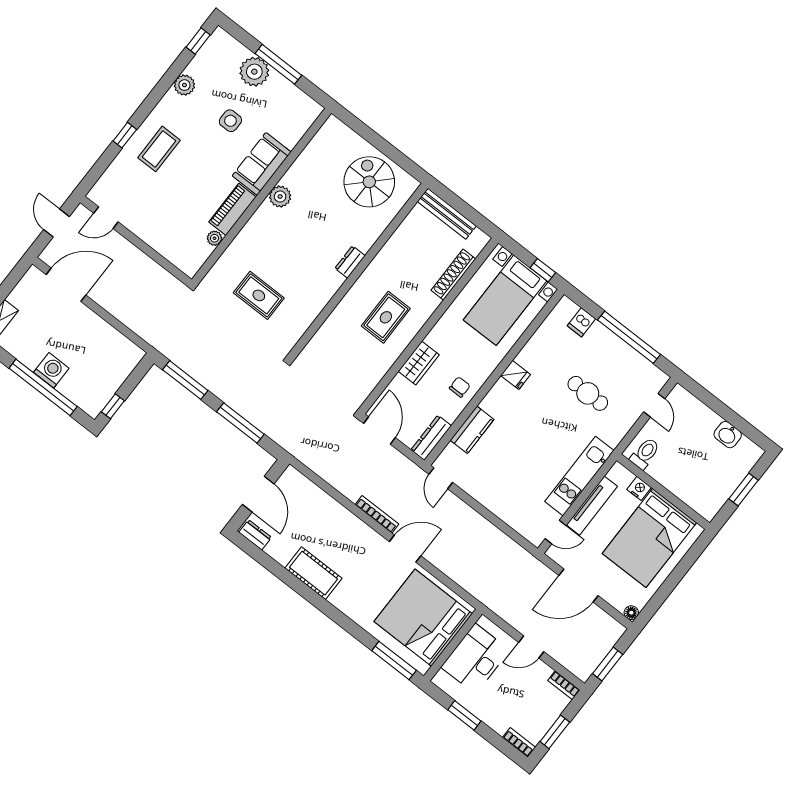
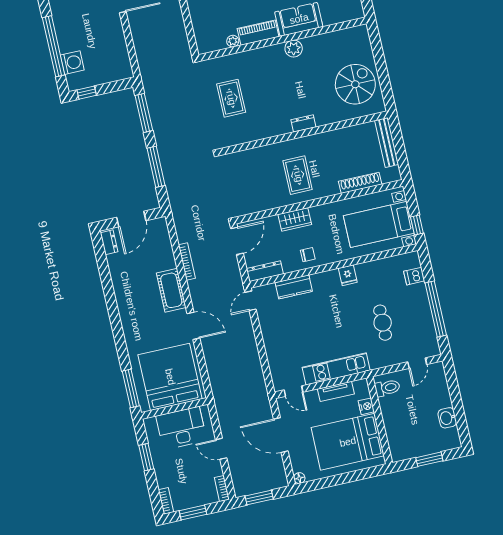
rug: (386, 317) -> (298, 175), turned 90
washing machine: (51, 370) -> (72, 63), moved
tv unit: (592, 506) -> (336, 391), width x0.71
bookcase: (377, 514) -> (187, 261), moved
cot: (313, 573) -> (171, 290), moved

